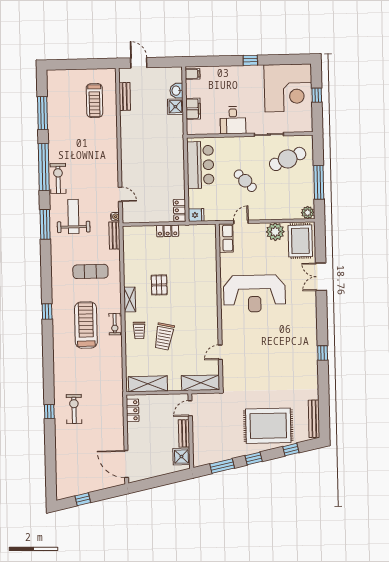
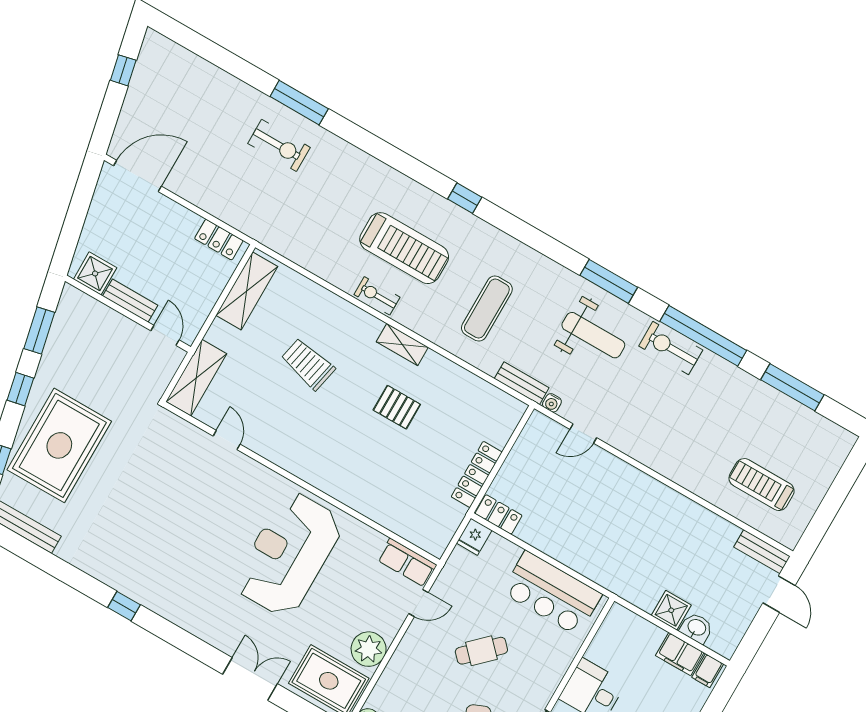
door: (139, 63) -> (779, 594), hinge flipped
bench: (125, 96) -> (762, 552), moved
filing cabinet: (193, 109) -> (680, 654), moved
exercise bike: (58, 178) -> (671, 348), turned 180
door: (241, 222) -> (418, 603), hinge flipped
locker: (168, 231) -> (477, 474), width x1.53
trolley: (139, 330) -> (343, 330), removed
window: (49, 412) -> (299, 103), width x2.17

